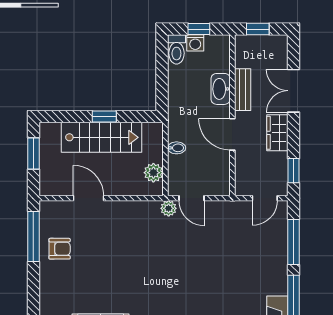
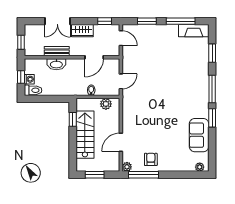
window: (104, 117) -> (73, 119), moved
door: (232, 134) -> (94, 57), moved
plant: (169, 208) -> (127, 167), moved
window: (293, 242) -> (147, 21), width x0.69

